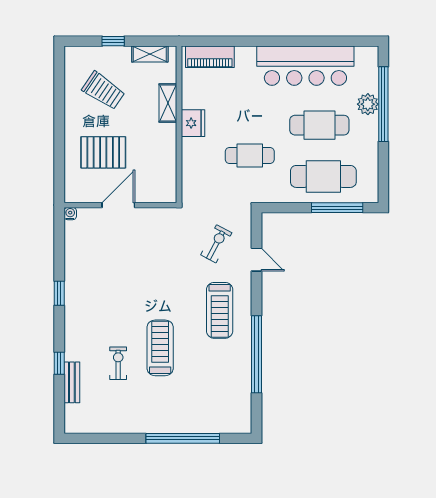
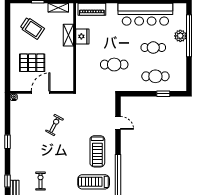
fridge: (193, 123) -> (82, 36), moved
cafe table: (319, 125) -> (153, 48), width x0.73, depth x0.74
cafe table: (323, 176) -> (155, 76), width x0.73, depth x0.74
window: (337, 208) -> (163, 94), width x0.46
exercise bike: (216, 244) -> (54, 125), moved
treadmill: (160, 348) -> (94, 182), moved, turned -90

